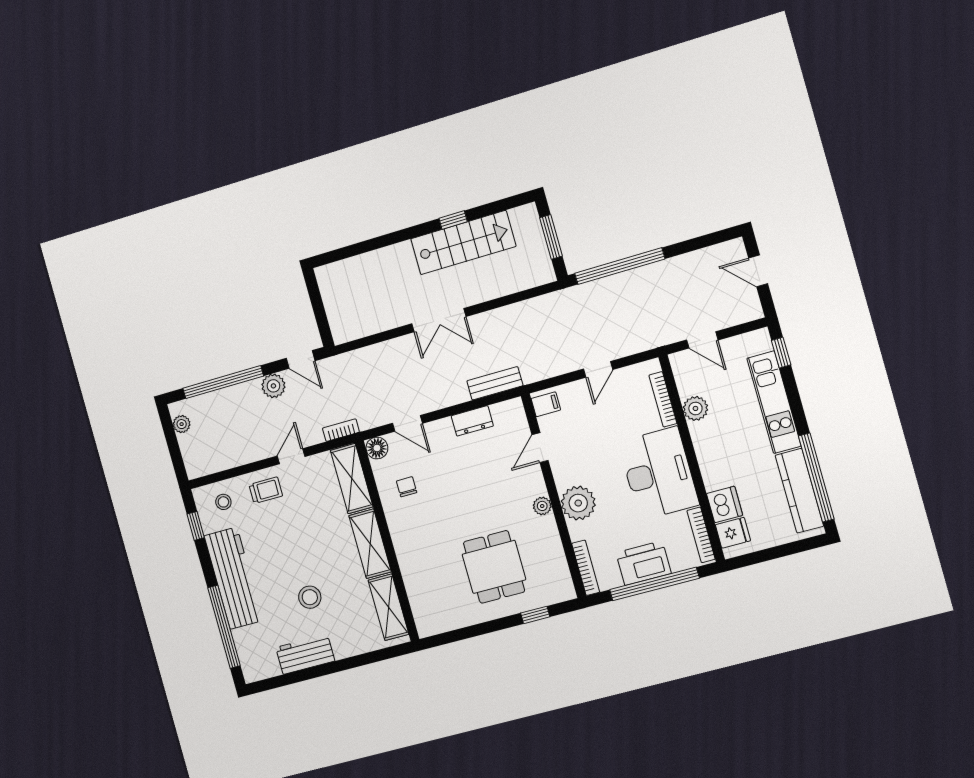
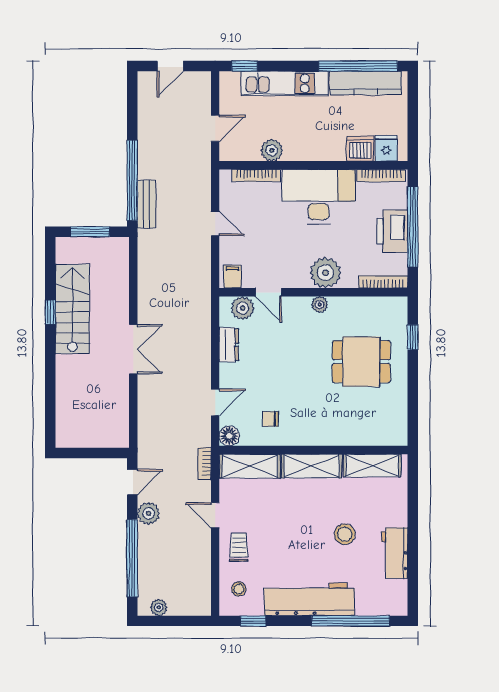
bench: (495, 383) -> (146, 204), moved
plant: (515, 425) -> (243, 308), added

